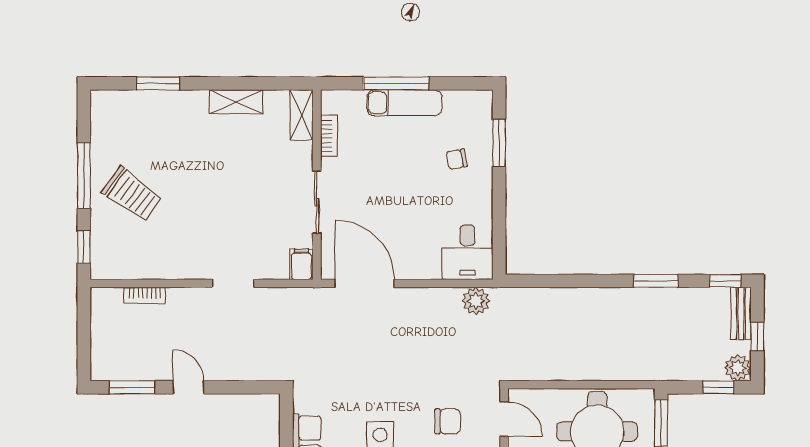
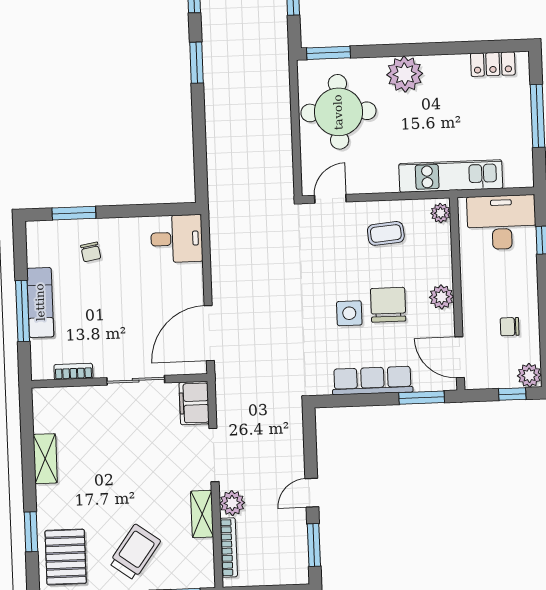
shelving: (302, 115) -> (202, 514), moved, turned 90
pallet: (130, 120) -> (66, 557), added
filing cabinet: (301, 264) -> (194, 403), width x2.00
doorway: (233, 283) -> (214, 455), width x1.38
bookcase: (145, 295) -> (229, 548), width x1.56
plant: (476, 301) -> (232, 503), moved
chair: (448, 421) -> (334, 251), removed

